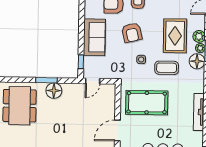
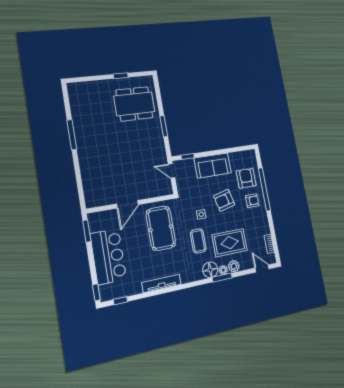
floor lamp: (54, 91) -> (155, 135), removed
door: (117, 131) -> (127, 204), swing flipped

